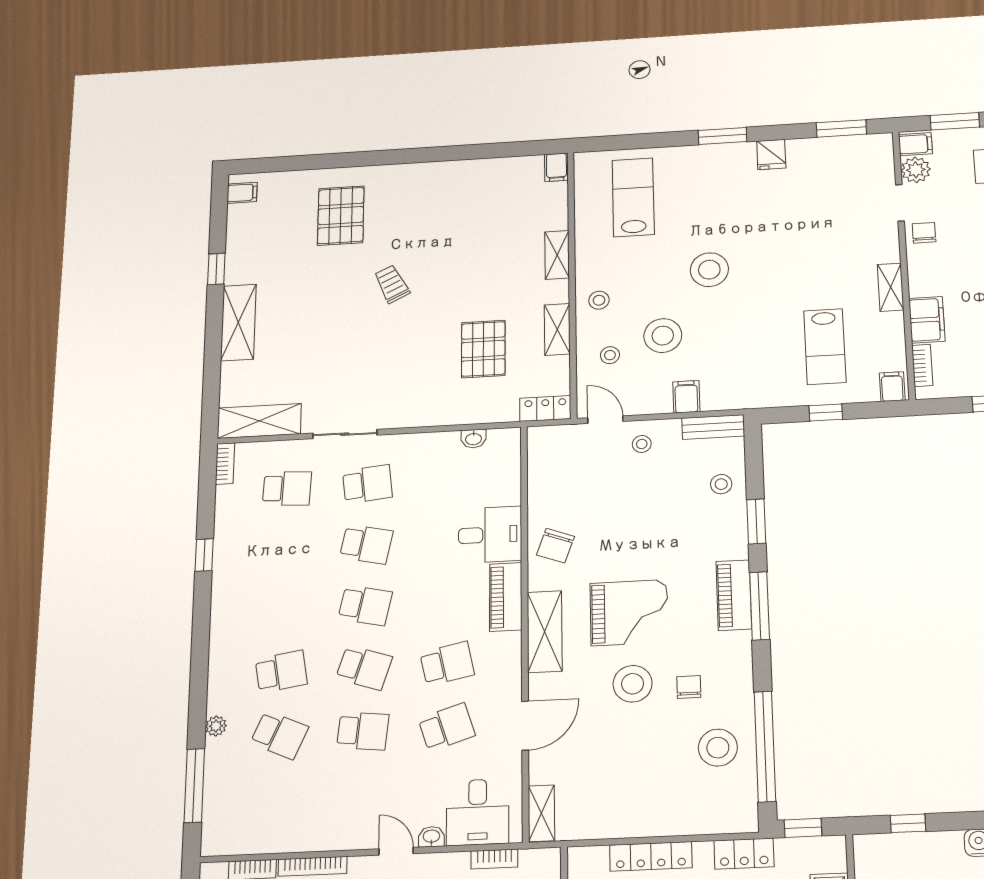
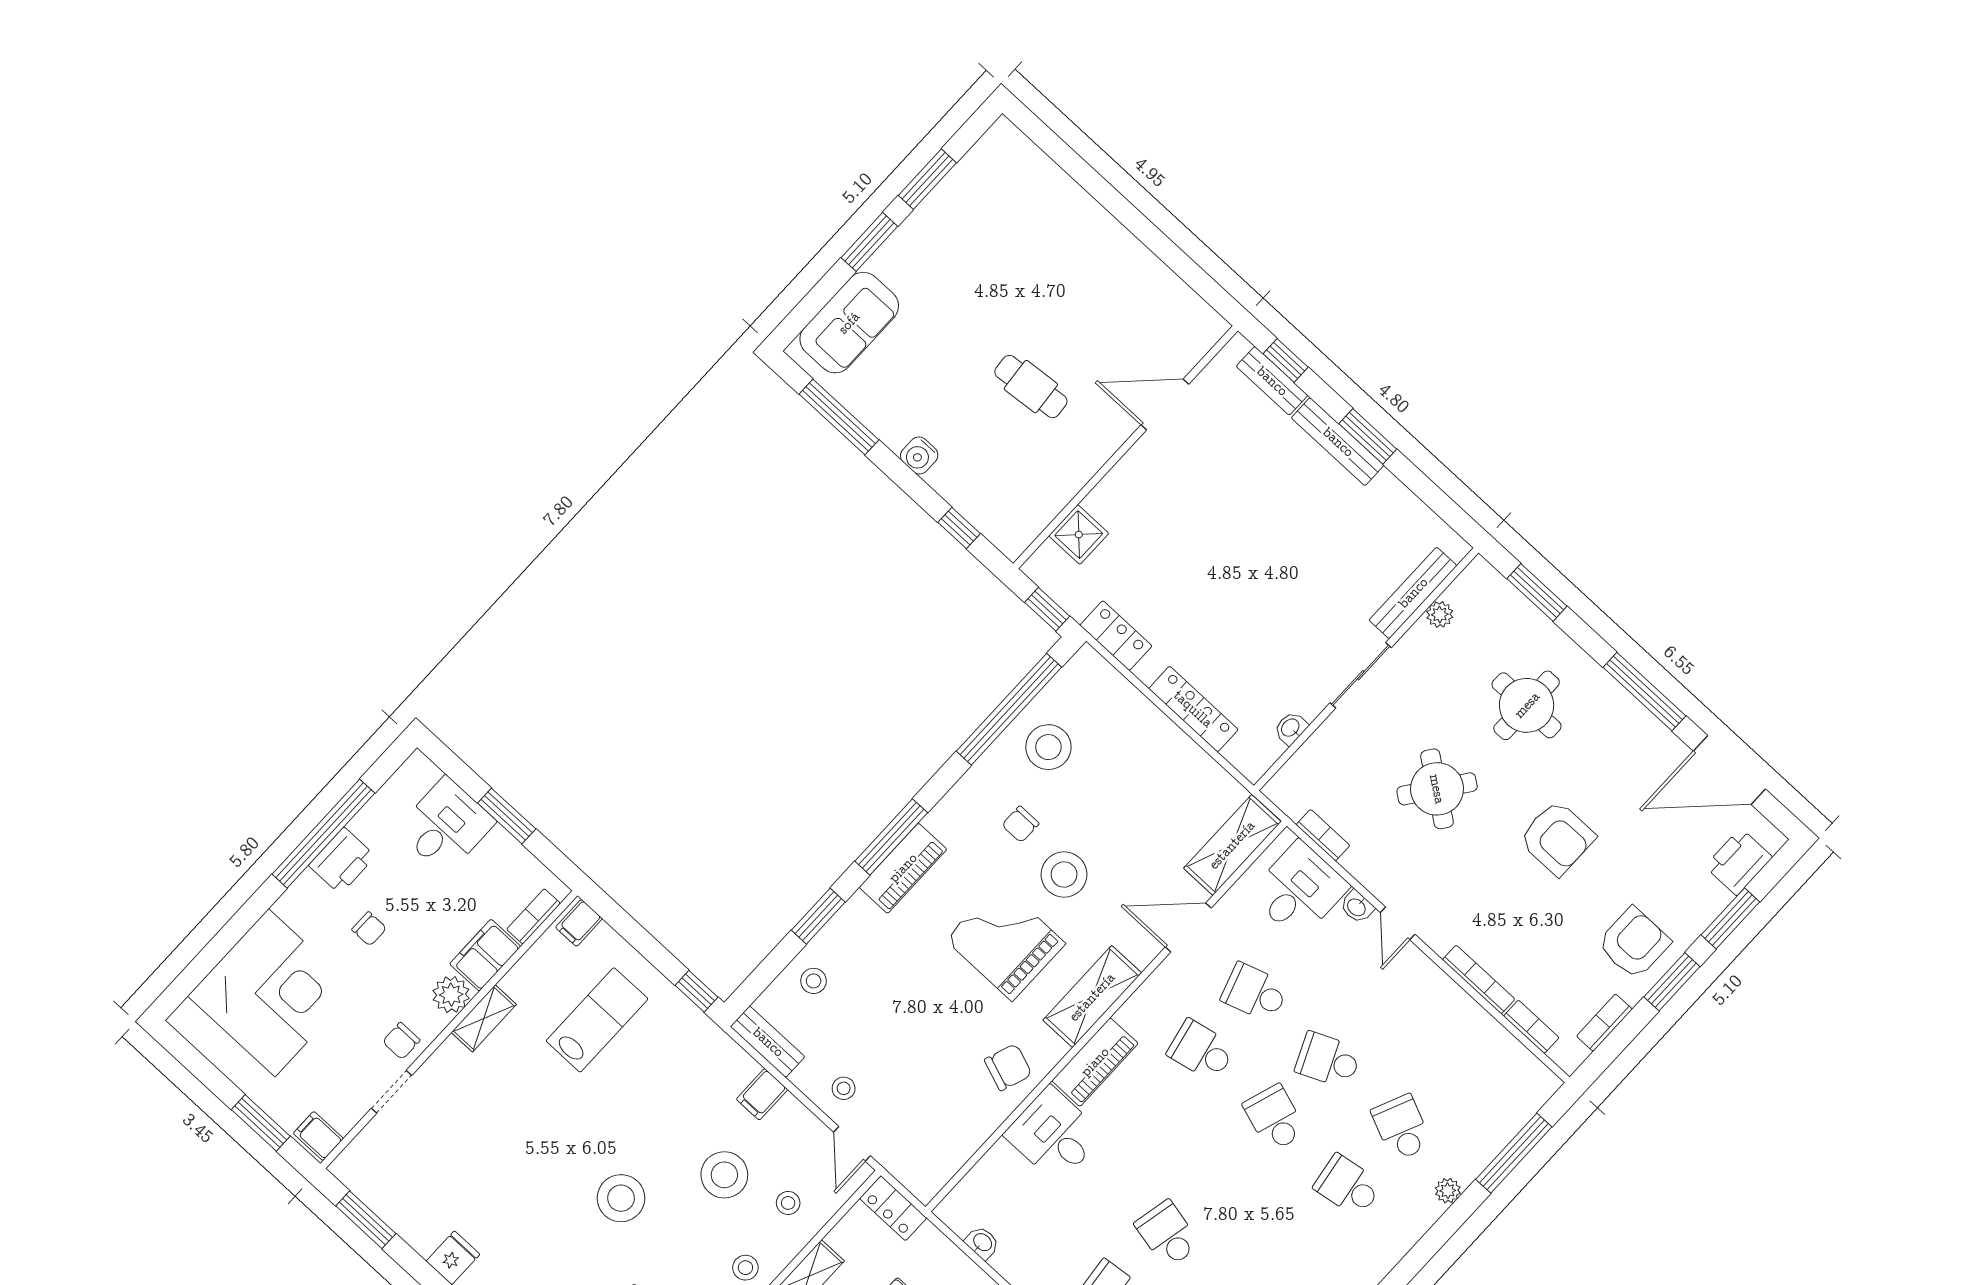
plant: (916, 170) -> (451, 995), moved
window: (826, 413) -> (697, 991), moved
school desk: (365, 605) -> (1221, 1176), removed
school desk: (363, 731) -> (1328, 1060), turned -30
shelving: (541, 813) -> (1232, 845), width x1.50, depth x1.33

